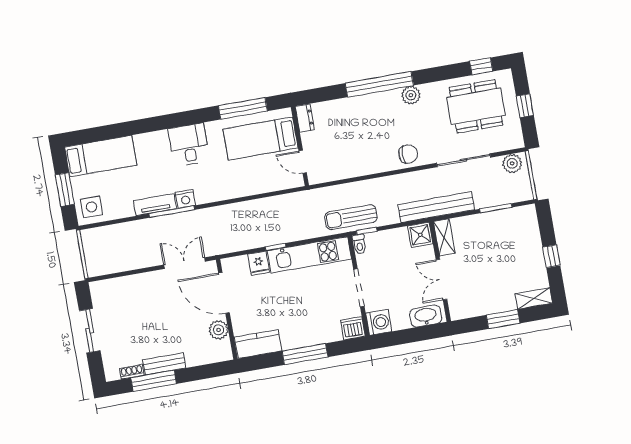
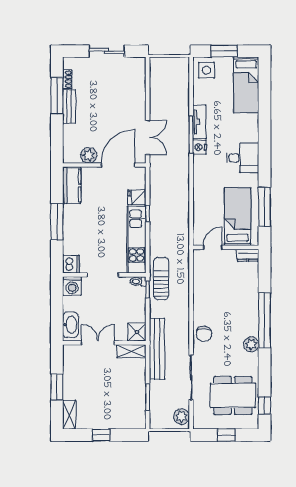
dining table: (476, 106) -> (233, 395), turned 90

